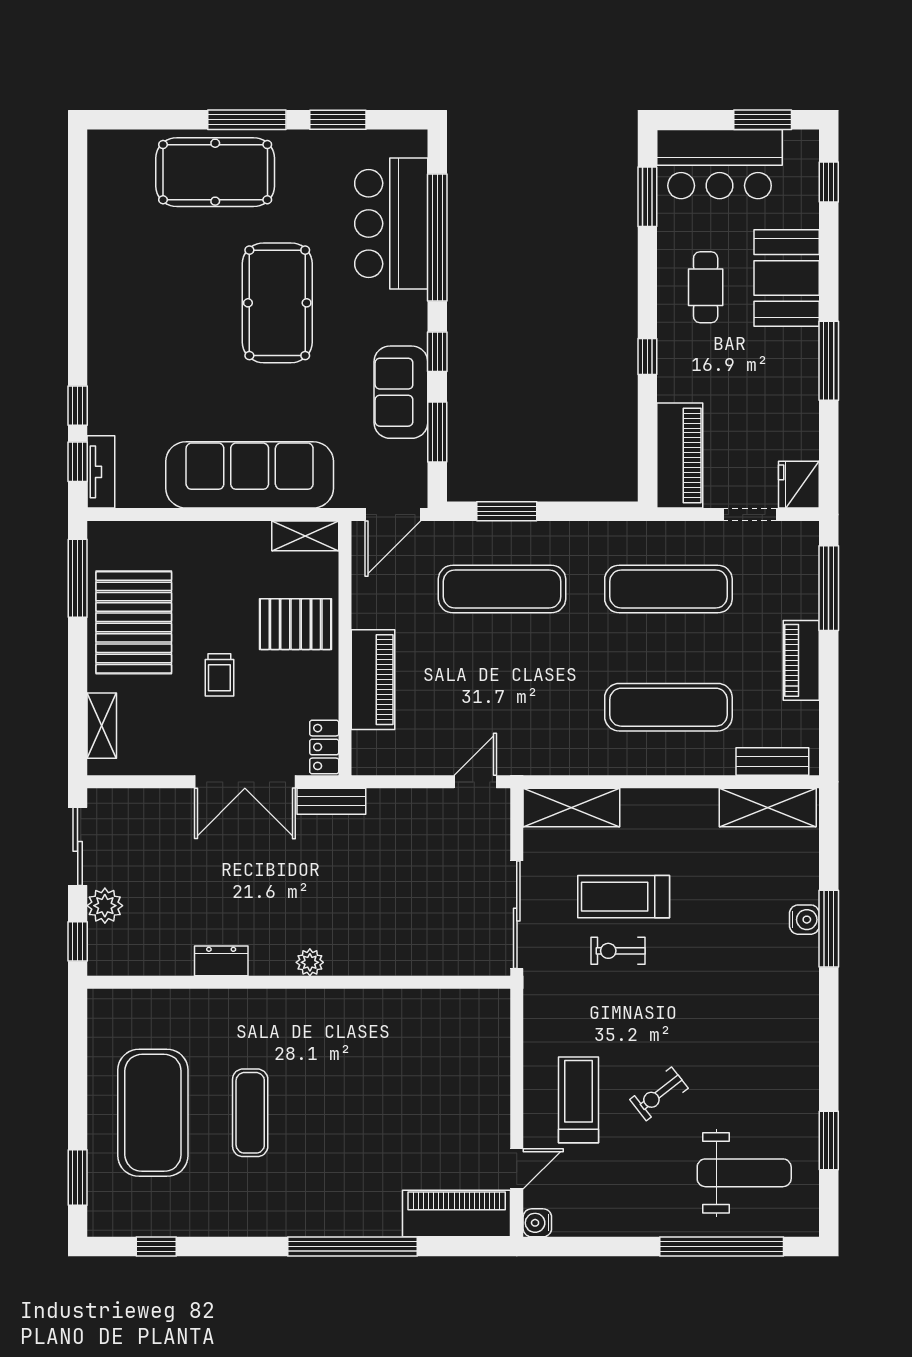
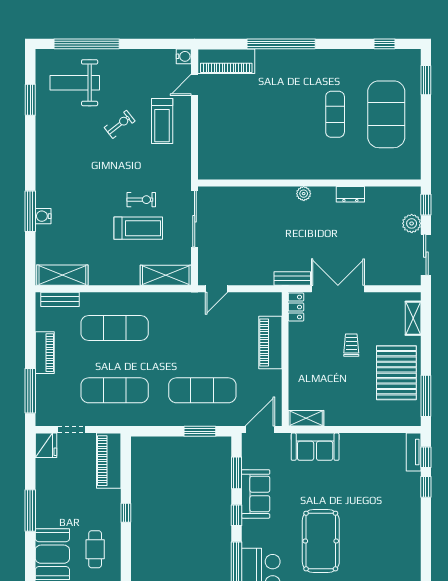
sofa: (250, 475) -> (315, 447), width x0.54, depth x0.79
pallet: (296, 624) -> (311, 372), removed

